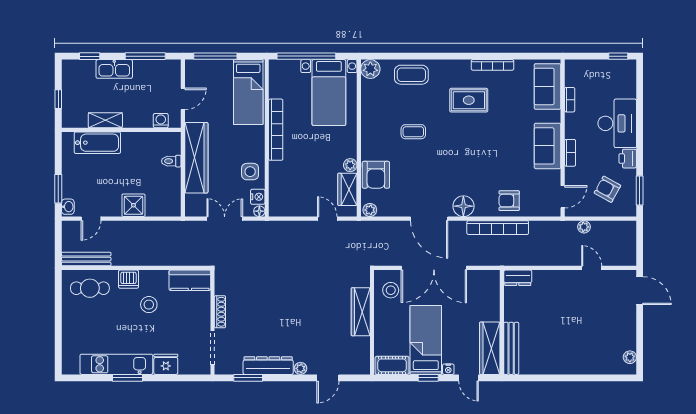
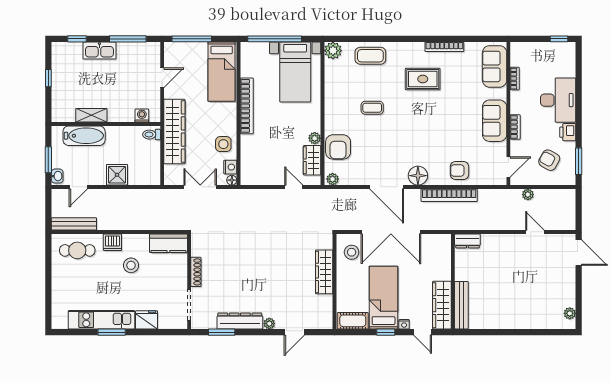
shelving: (105, 120) -> (91, 115), moved
washing machine: (161, 121) -> (142, 116), moved
wall: (121, 130) -> (106, 124), moved
bathtub: (97, 143) -> (84, 136), moved

